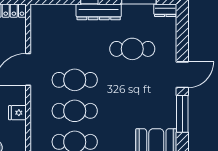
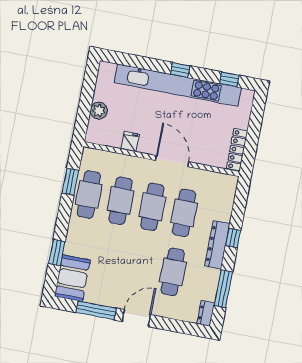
cafe table: (75, 49) -> (184, 213), added
door: (182, 75) -> (136, 318), swing flipped

